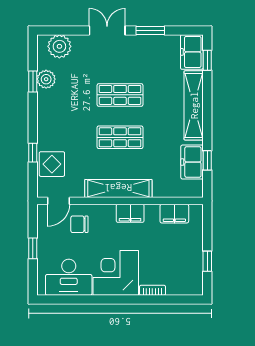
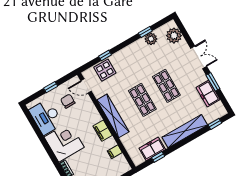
freezer: (192, 52) -> (208, 94), moved, turned -90
filing cabinet: (174, 214) -> (115, 152), width x0.50
chair: (79, 224) -> (68, 101), moved

